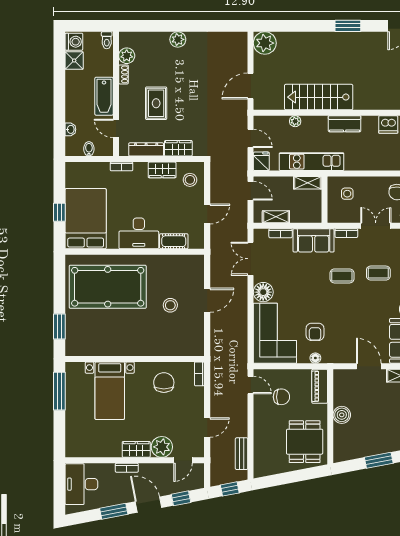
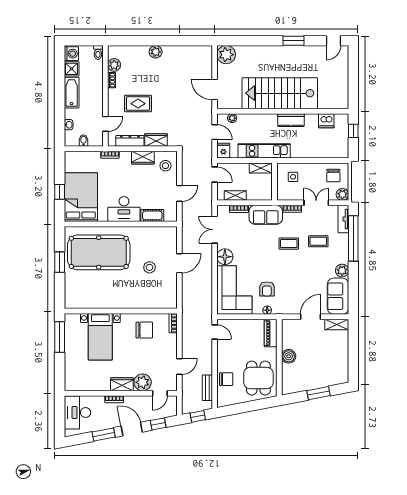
door: (251, 86) -> (215, 89), hinge flipped
bathtub: (104, 96) -> (72, 93), moved, turned 180
stairs: (319, 97) -> (280, 93), width x1.36, depth x1.51
rug: (156, 103) -> (138, 104), turned 90
plant: (295, 121) -> (232, 118), moved
door: (116, 128) -> (105, 124), swing flipped
window: (59, 327) -> (60, 262), moved
door: (369, 366) -> (310, 317), hinge flipped
chair: (164, 383) -> (144, 330), turned 90
chair: (281, 397) -> (226, 379), moved

